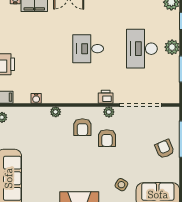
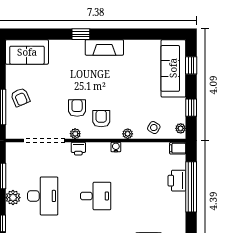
water cooler: (36, 98) -> (116, 147), moved
side table: (121, 185) -> (154, 128), moved

